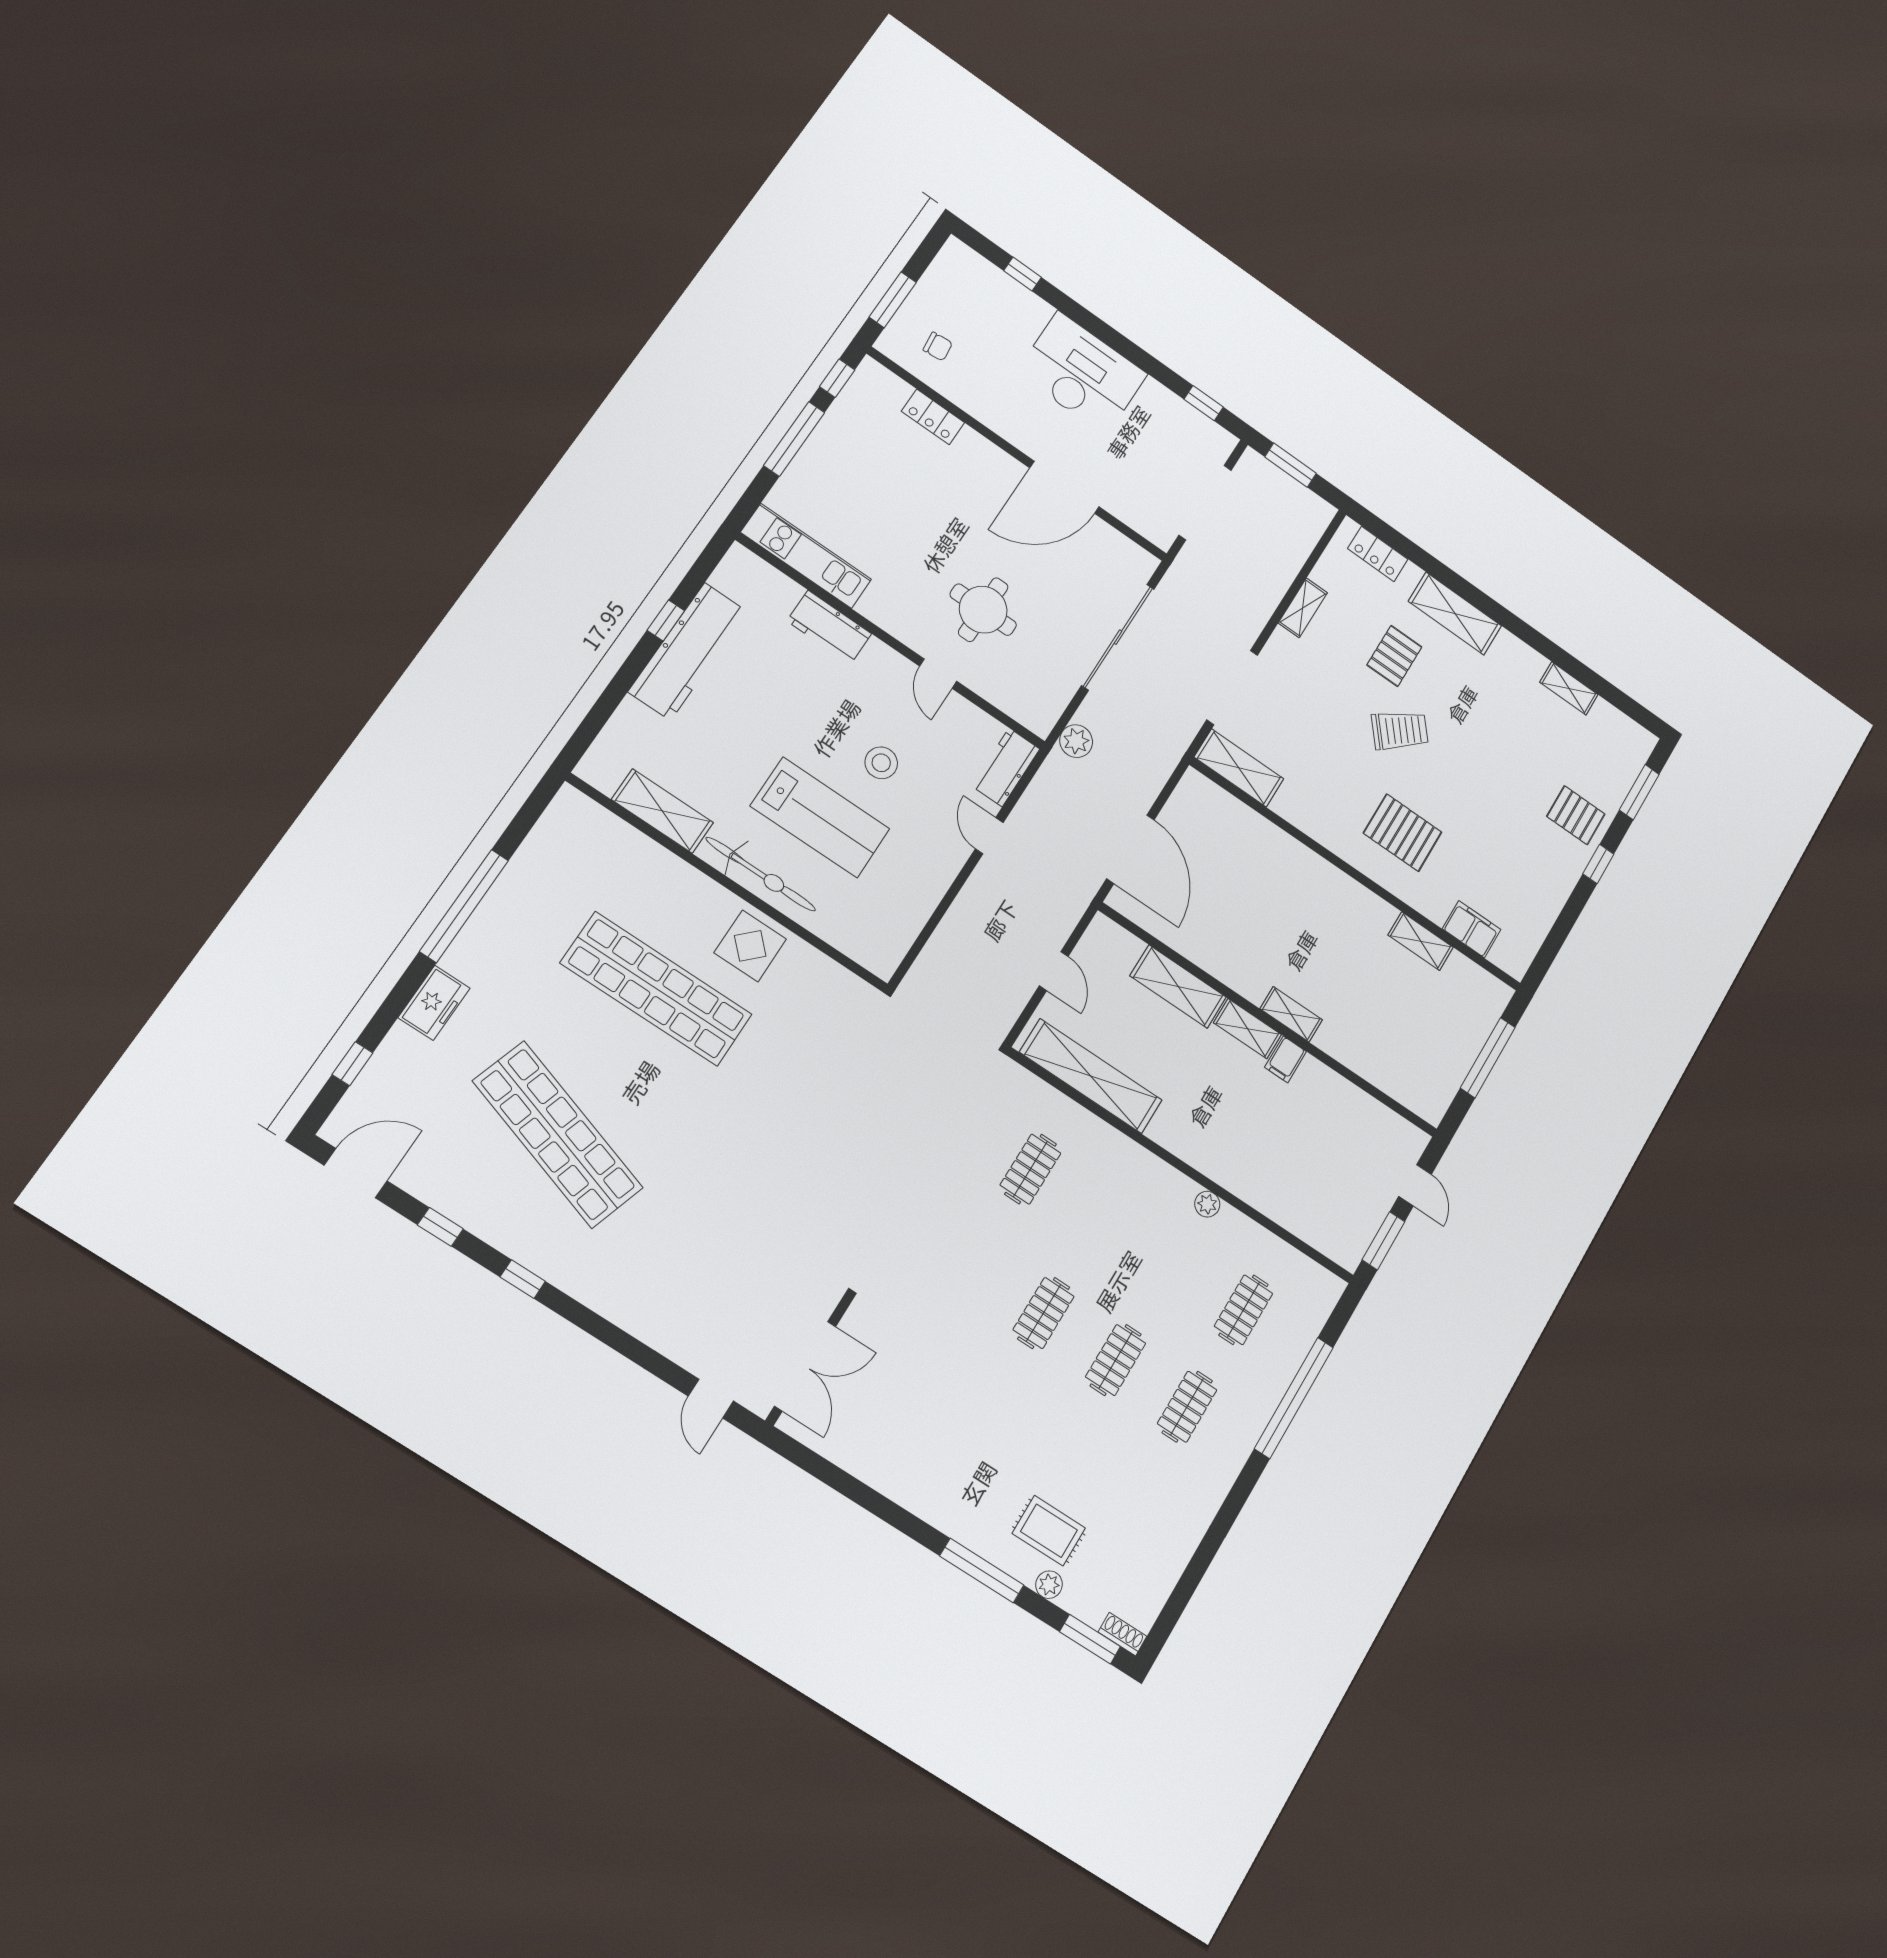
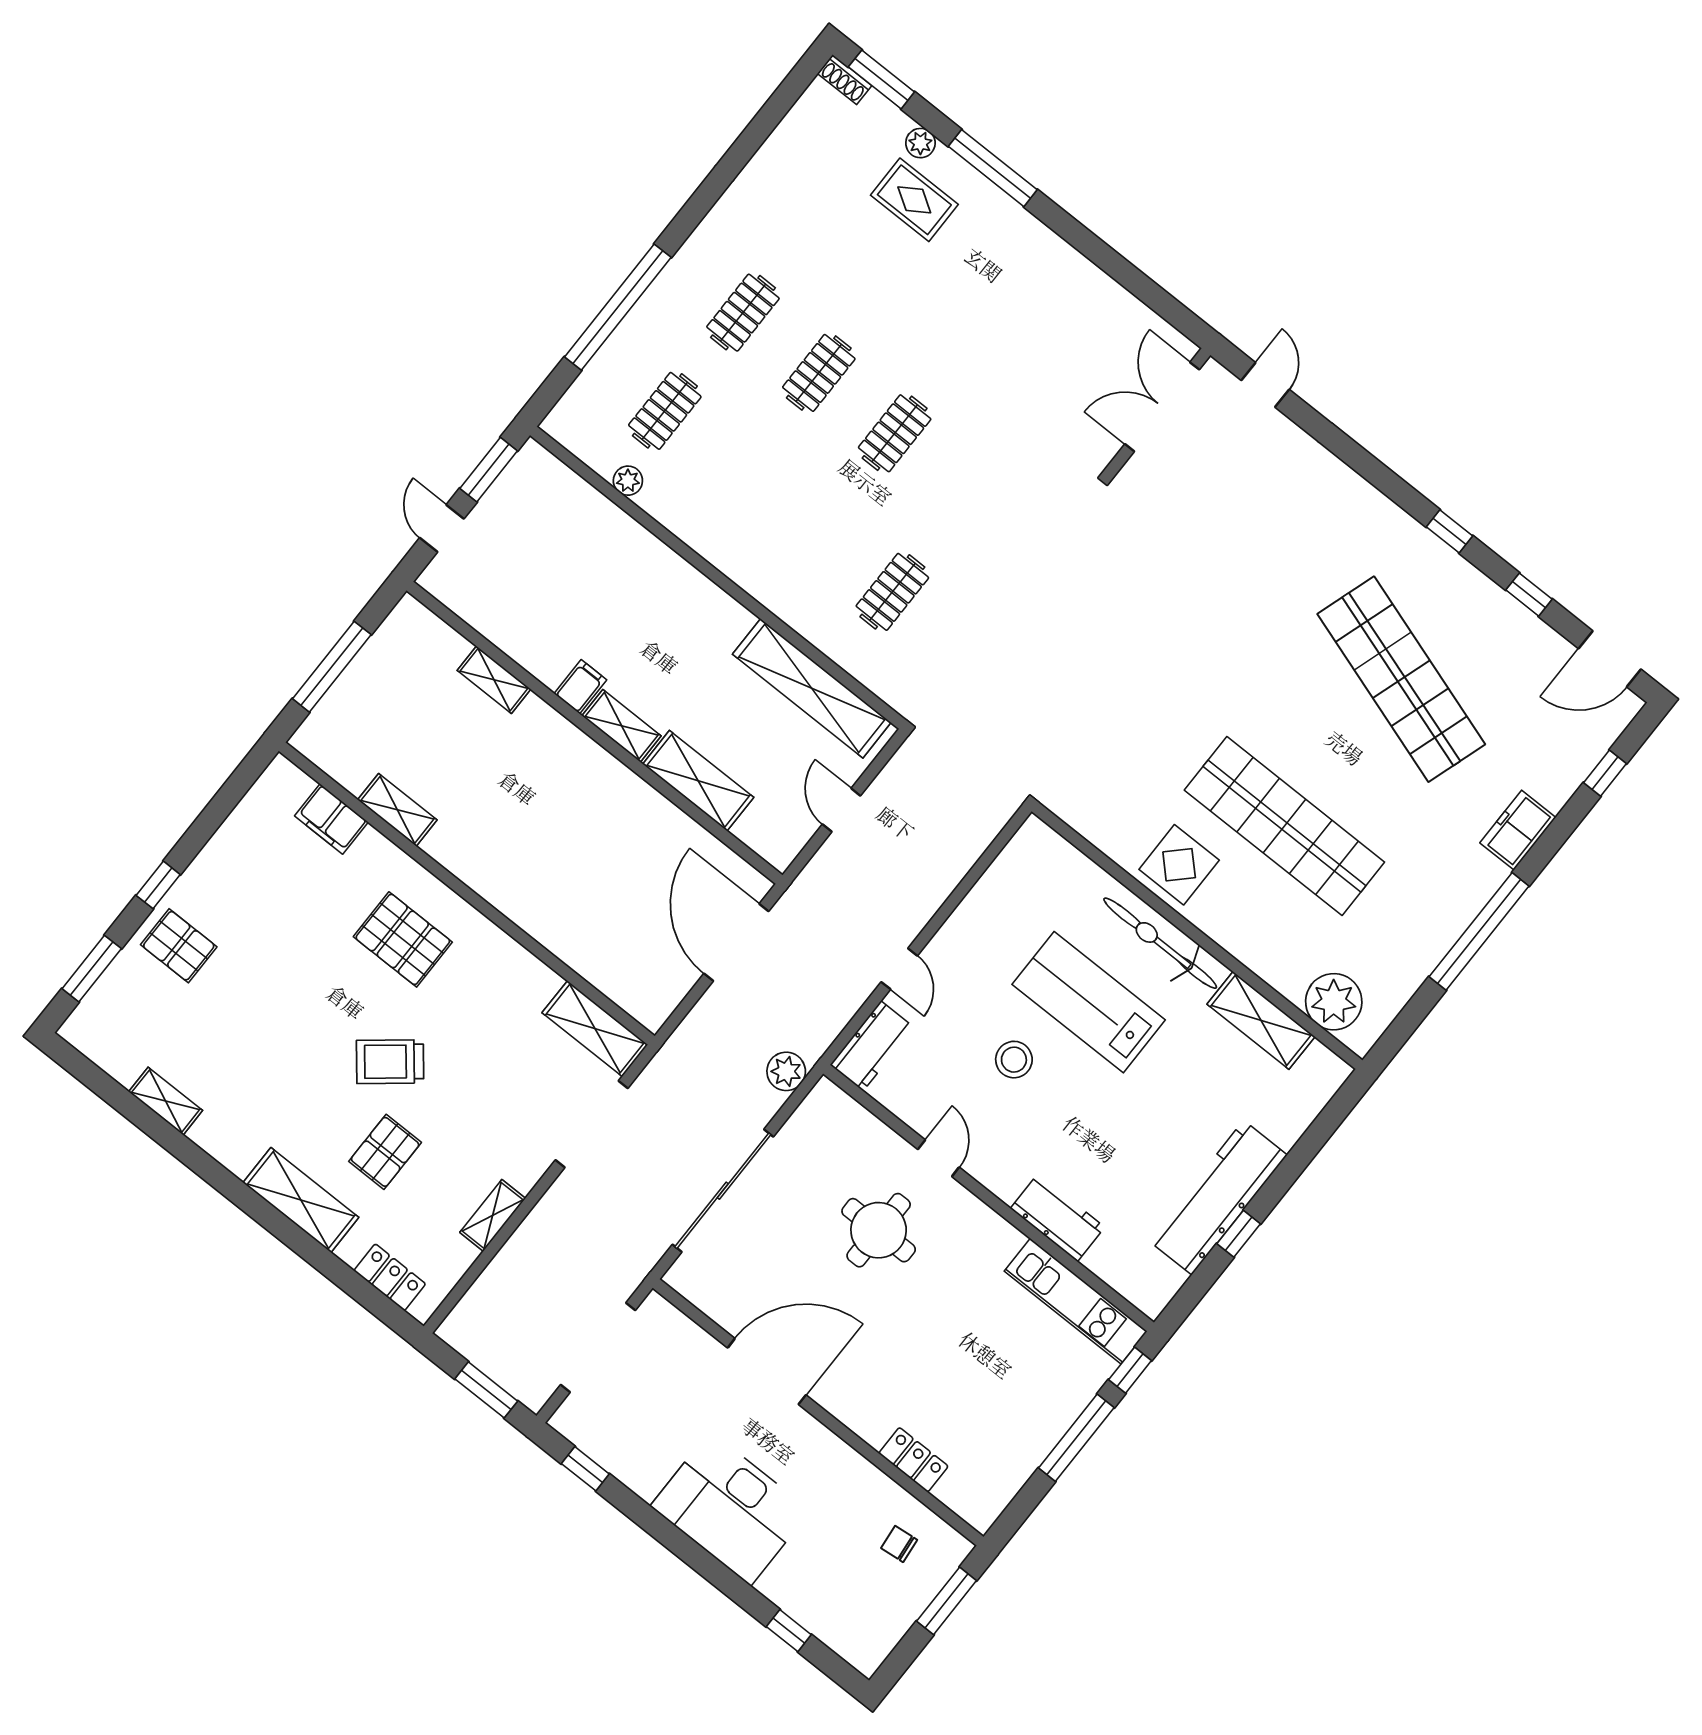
window: (837, 378) -> (1130, 1370), moved
plant: (596, 832) -> (1334, 1002), added
shelving: (1291, 1014) -> (494, 680), moved
plant: (1207, 1204) -> (628, 481), moved

